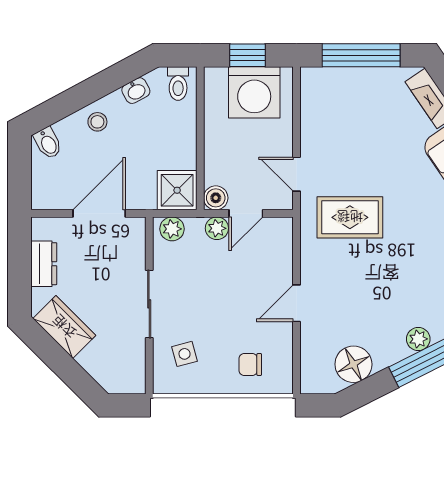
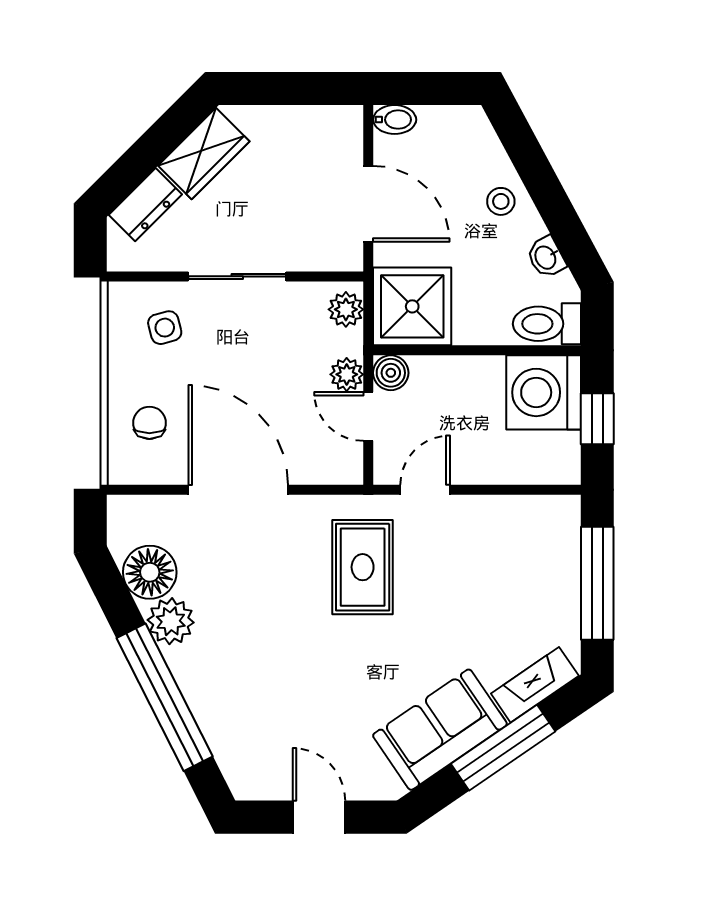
toilet: (178, 84) -> (547, 324), width x1.37, depth x1.39
washing machine: (254, 92) -> (544, 392), moved
bidet: (48, 143) -> (395, 120), moved, turned -152
shower: (177, 190) -> (412, 306), width x1.36, depth x1.36
dresser: (44, 264) -> (145, 205), moved, turned -45
door: (297, 303) -> (238, 490), width x1.87
plant: (418, 339) -> (171, 621), moved, width x1.38, depth x1.38

